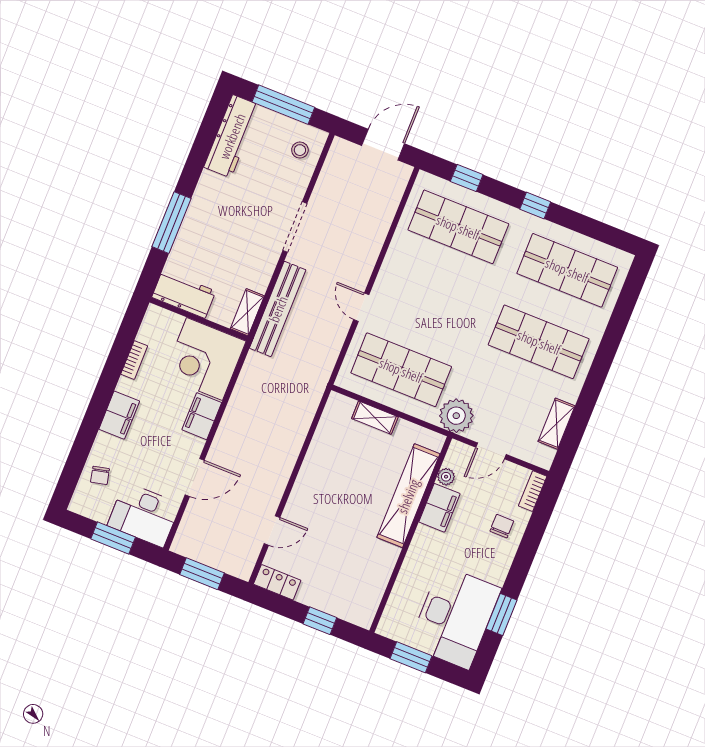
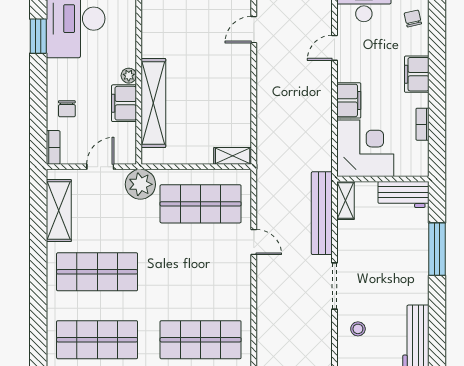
stool: (300, 150) -> (358, 329), moved
shelving: (375, 418) -> (233, 156), moved
shelving: (557, 424) -> (59, 211), width x1.50, depth x1.33
plant: (446, 477) -> (129, 76), moved
door: (195, 478) -> (335, 48), width x0.73

